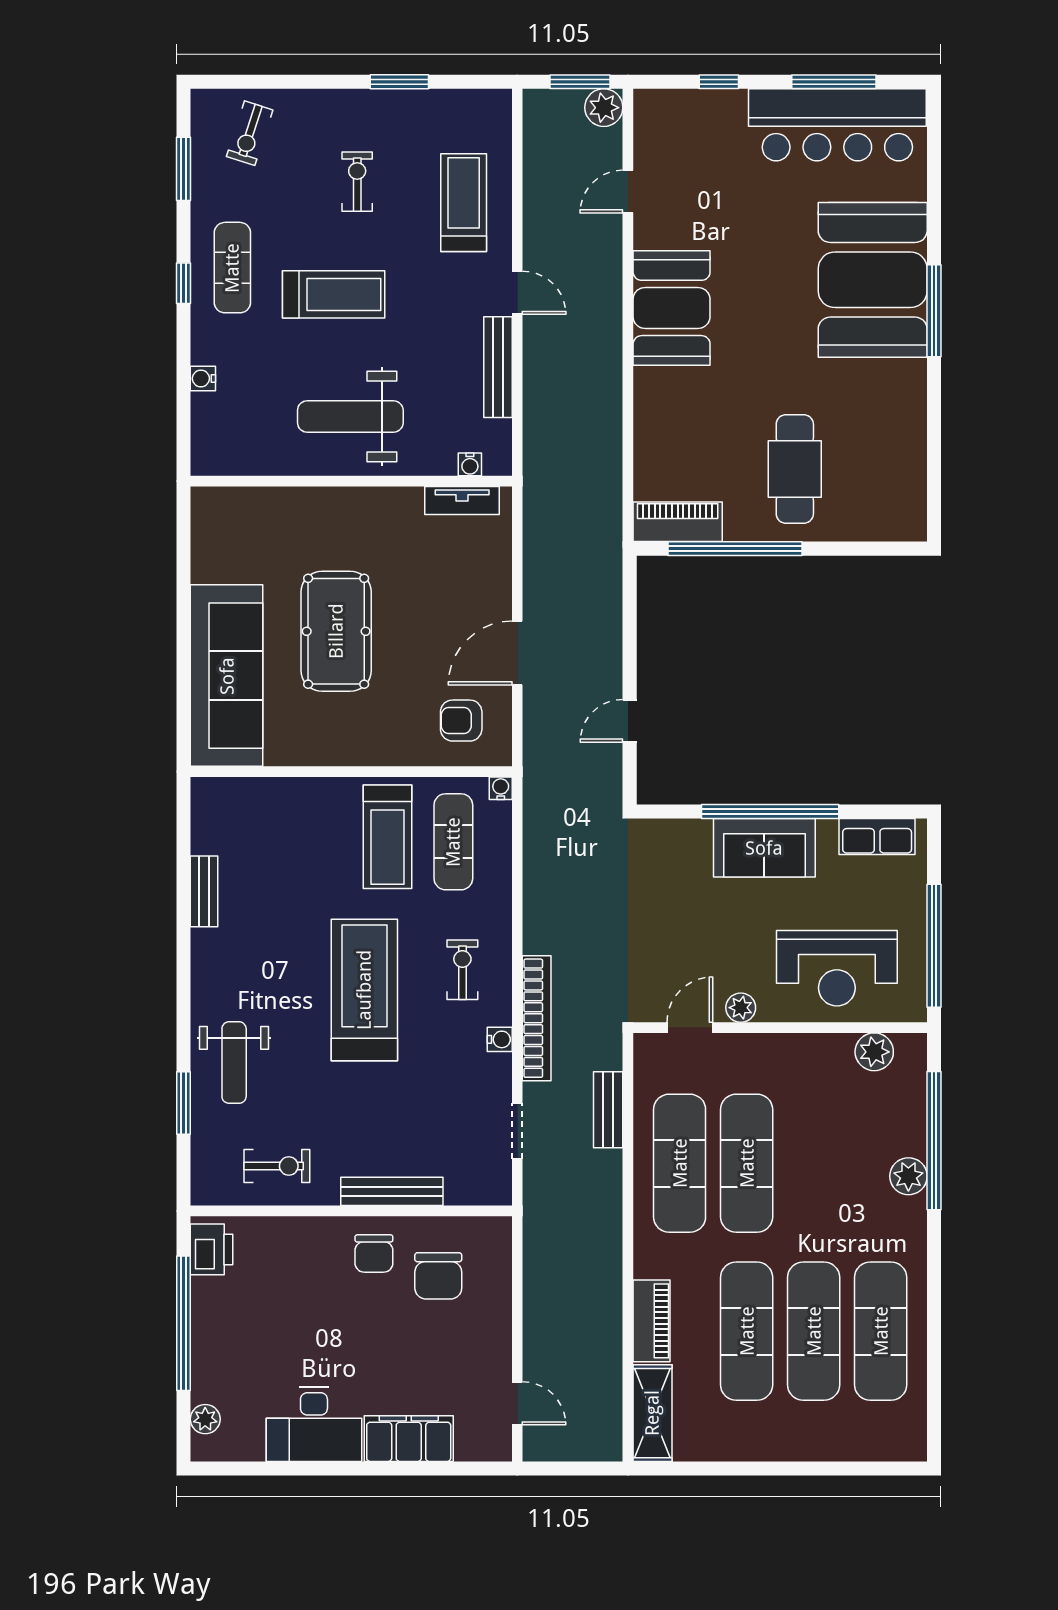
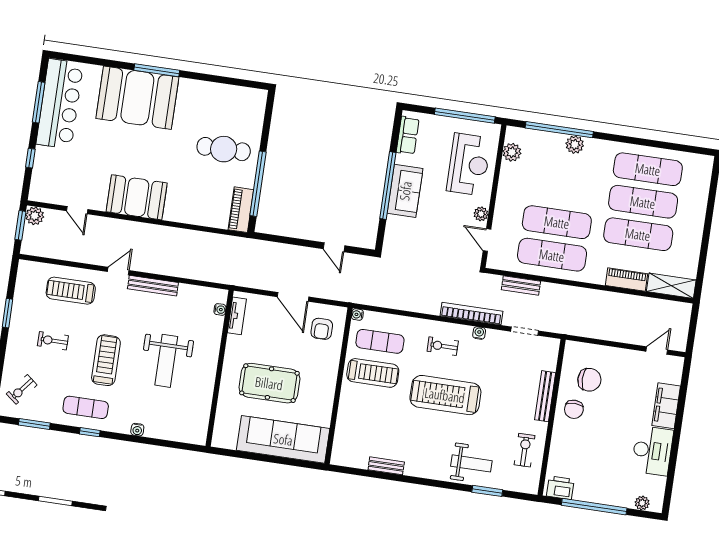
exercise bike: (250, 133) -> (22, 389), turned 111
water cooler: (470, 464) -> (220, 309), moved
wall: (351, 481) -> (220, 368), moved
tv unit: (462, 501) -> (237, 316), moved
chair: (374, 1253) -> (574, 409), turned 90

